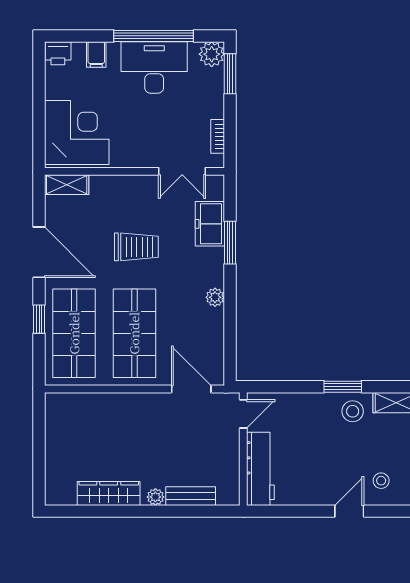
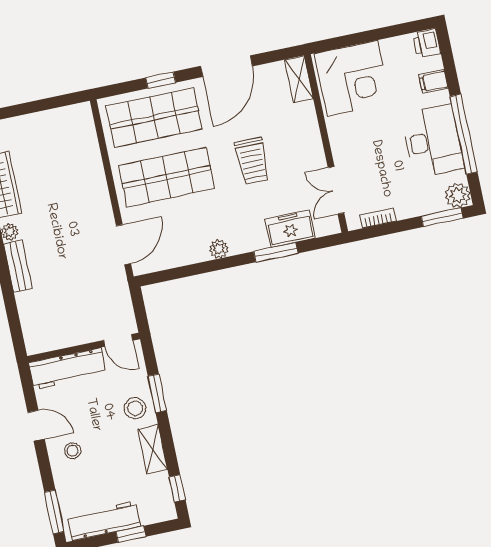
door: (243, 414) -> (118, 340), moved
wall: (243, 449) -> (84, 348), moved
workbench: (260, 469) -> (68, 369), moved

